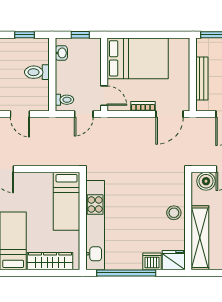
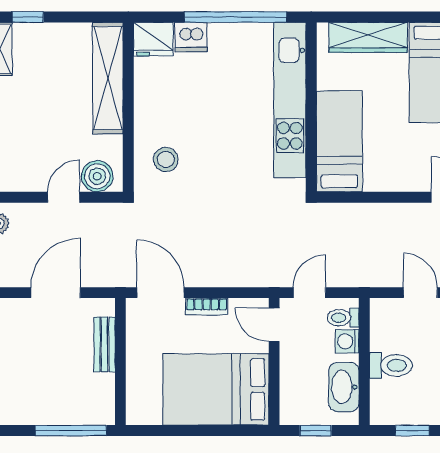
washbasin: (61, 53) -> (344, 387), width x1.91, depth x1.45
bench: (202, 79) -> (105, 344), width x0.73
washing machine: (62, 86) -> (347, 341), added
door: (170, 114) -> (160, 293), hinge flipped
stool: (174, 213) -> (166, 159), moved

